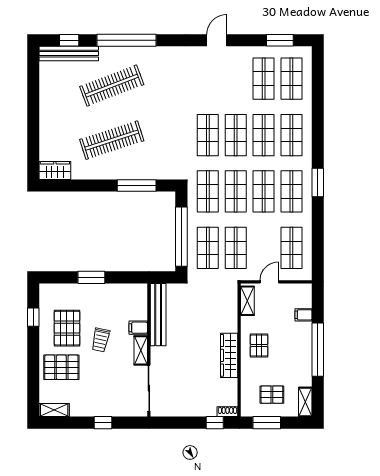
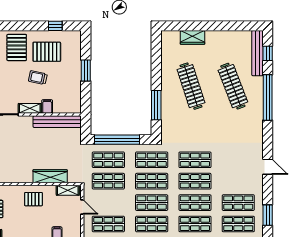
wardrobe: (55, 170) -> (192, 37), moved, turned 90
wardrobe: (229, 355) -> (50, 176), moved

